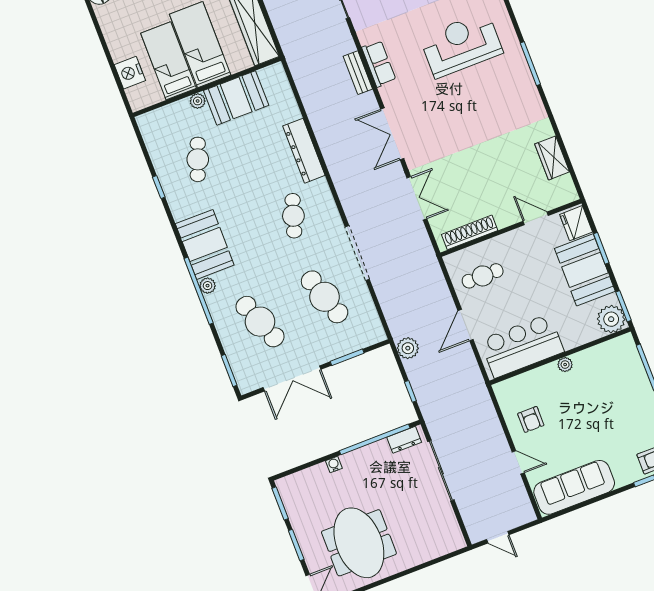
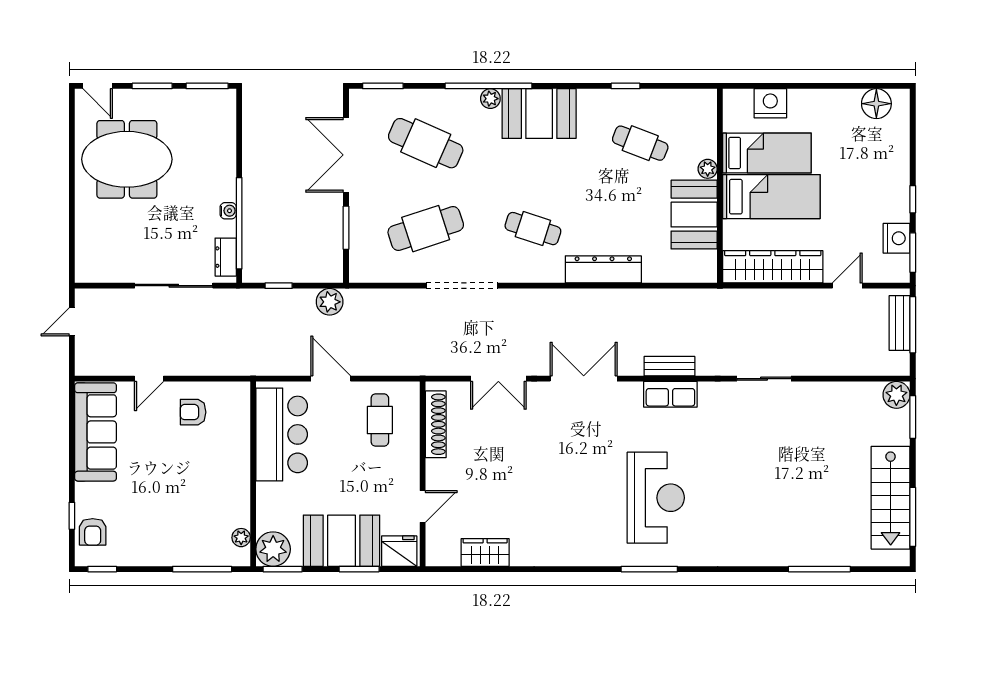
window: (530, 64) -> (649, 569), moved
cafe table: (260, 322) -> (426, 143), turned 45
plant: (565, 365) -> (241, 538), moved
water cooler: (334, 465) -> (228, 211), moved

